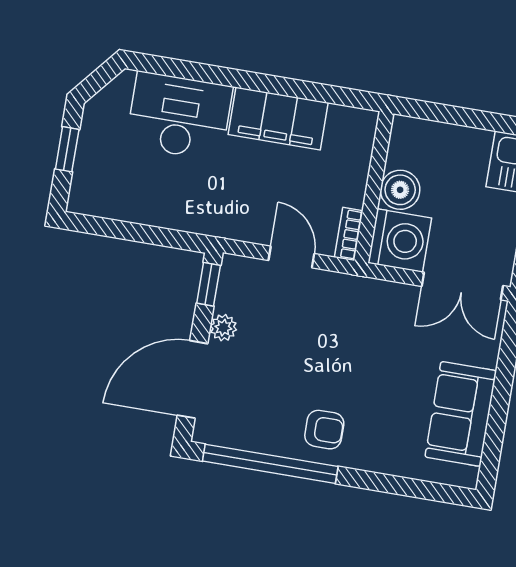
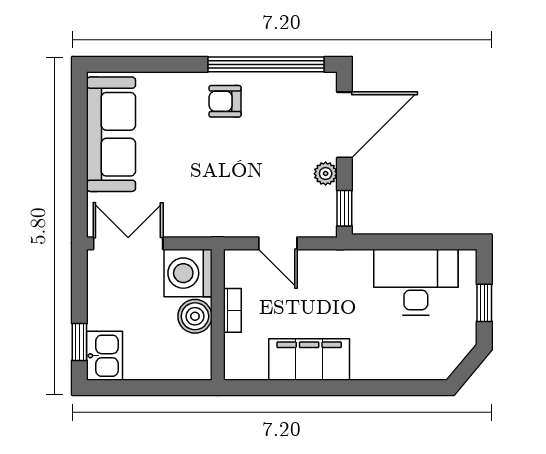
desk: (179, 116) -> (416, 282), moved, turned 180
bookcase: (349, 234) -> (232, 310), moved
sofa: (461, 414) -> (111, 134), width x1.36

